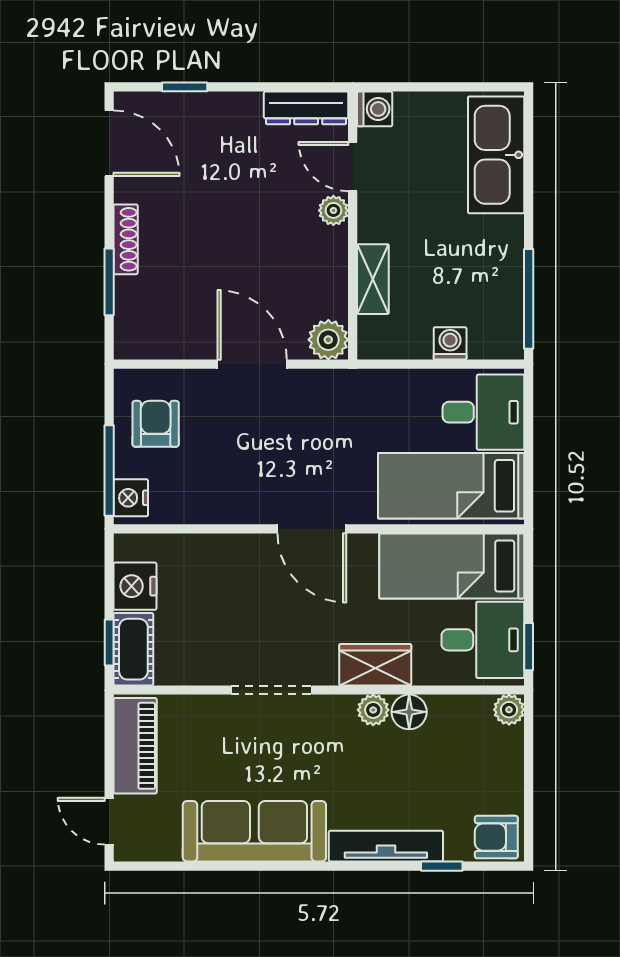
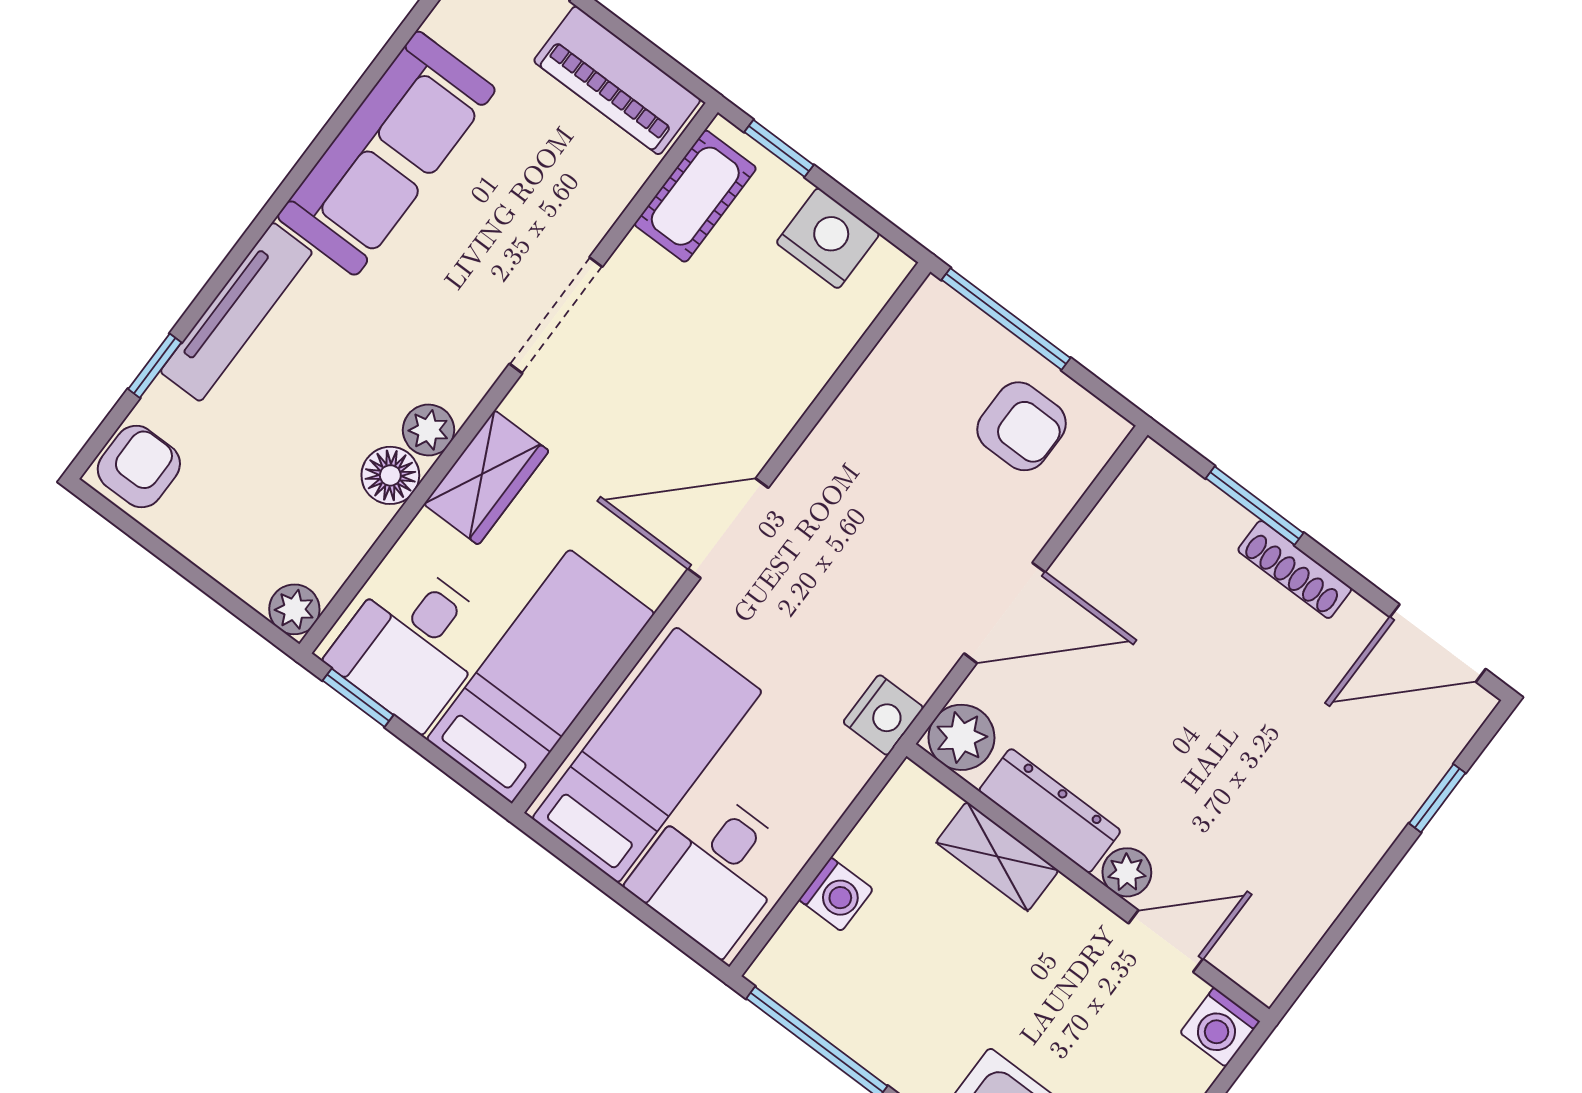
dresser: (306, 108) -> (1050, 811), moved, turned 90
nightstand: (131, 498) -> (883, 715), moved, turned 90
cot: (133, 649) -> (695, 196), moved, turned 90

